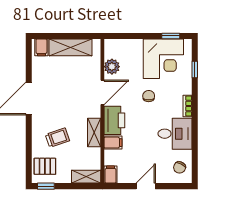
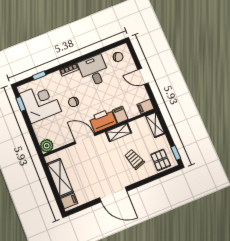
plant: (112, 67) -> (47, 146), moved

